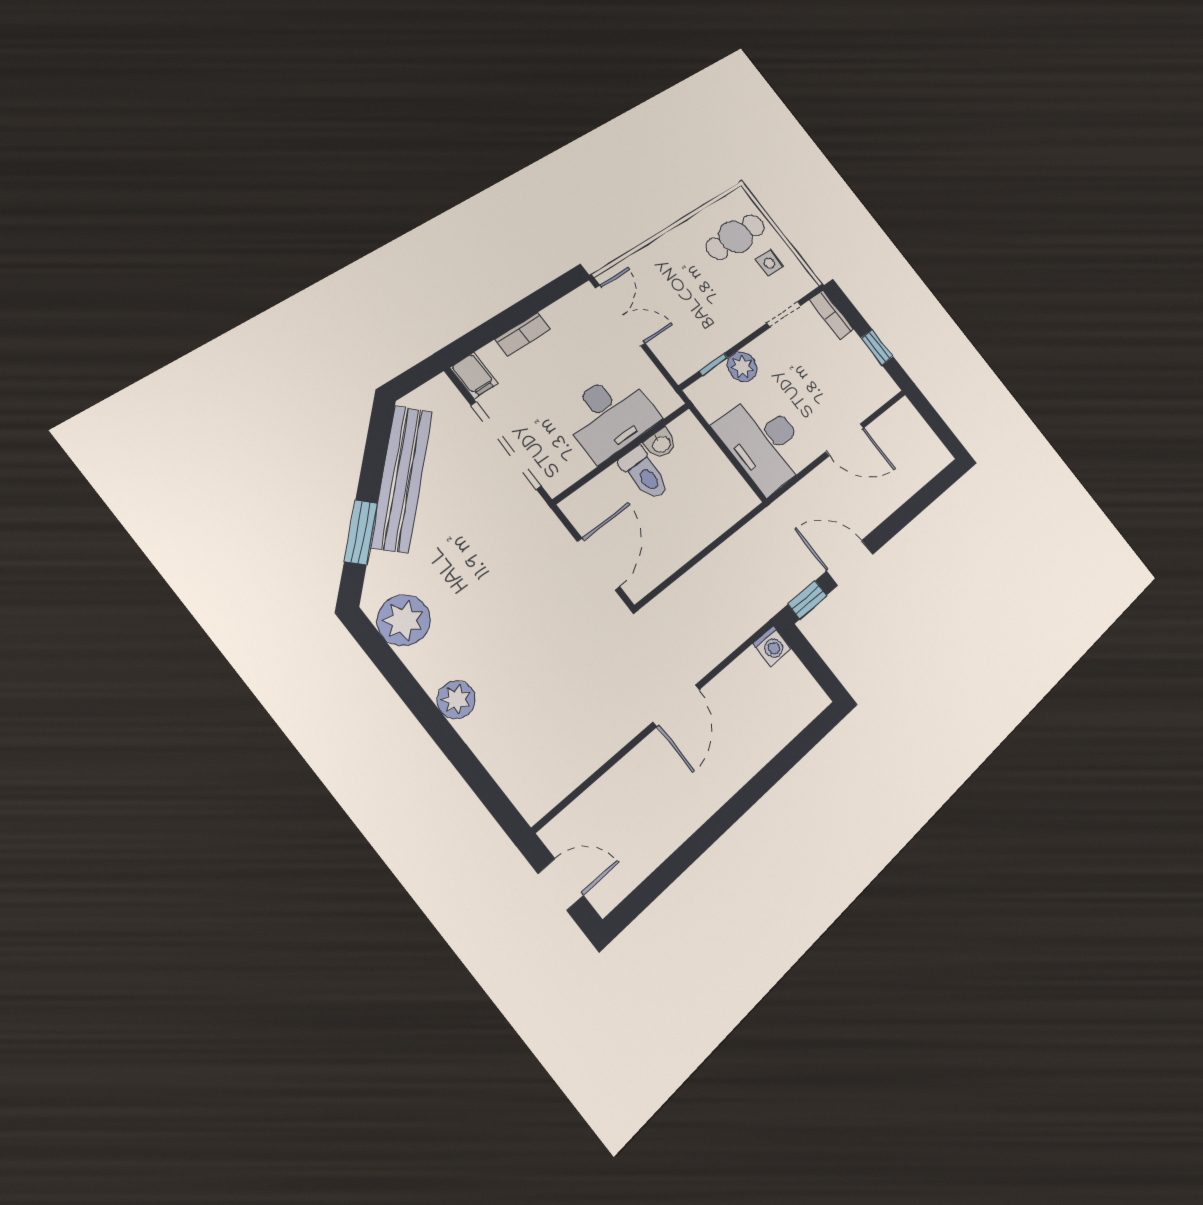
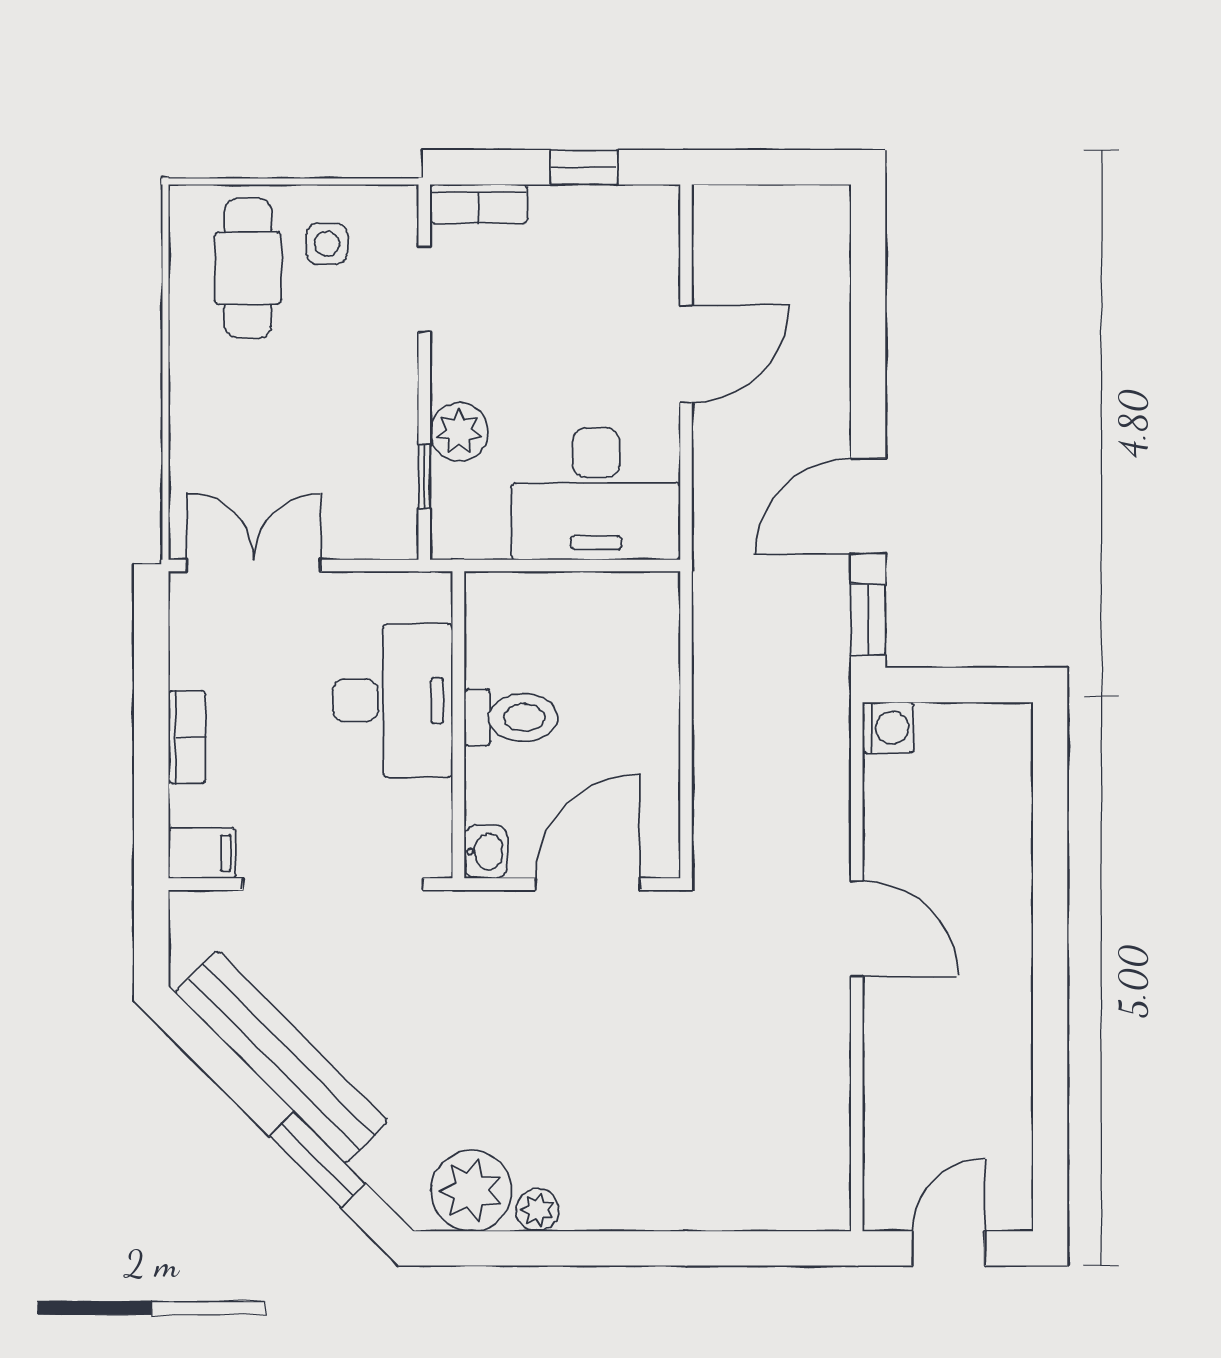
washbasin: (661, 444) -> (486, 852), moved
door: (598, 564) -> (588, 884), hinge flipped
plant: (456, 700) -> (538, 1210), moved, width x0.73, depth x0.73

